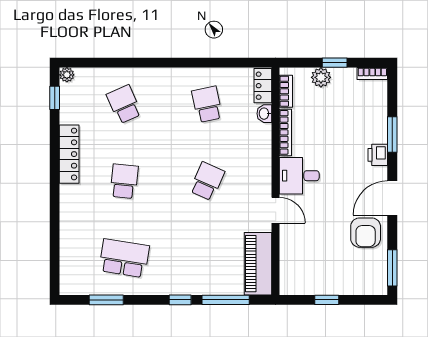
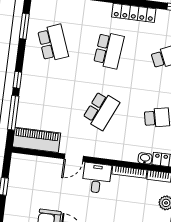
school desk: (124, 181) -> (109, 50), width x1.85
school desk: (207, 181) -> (101, 111), width x1.85
school desk: (124, 258) -> (53, 43), turned -30

